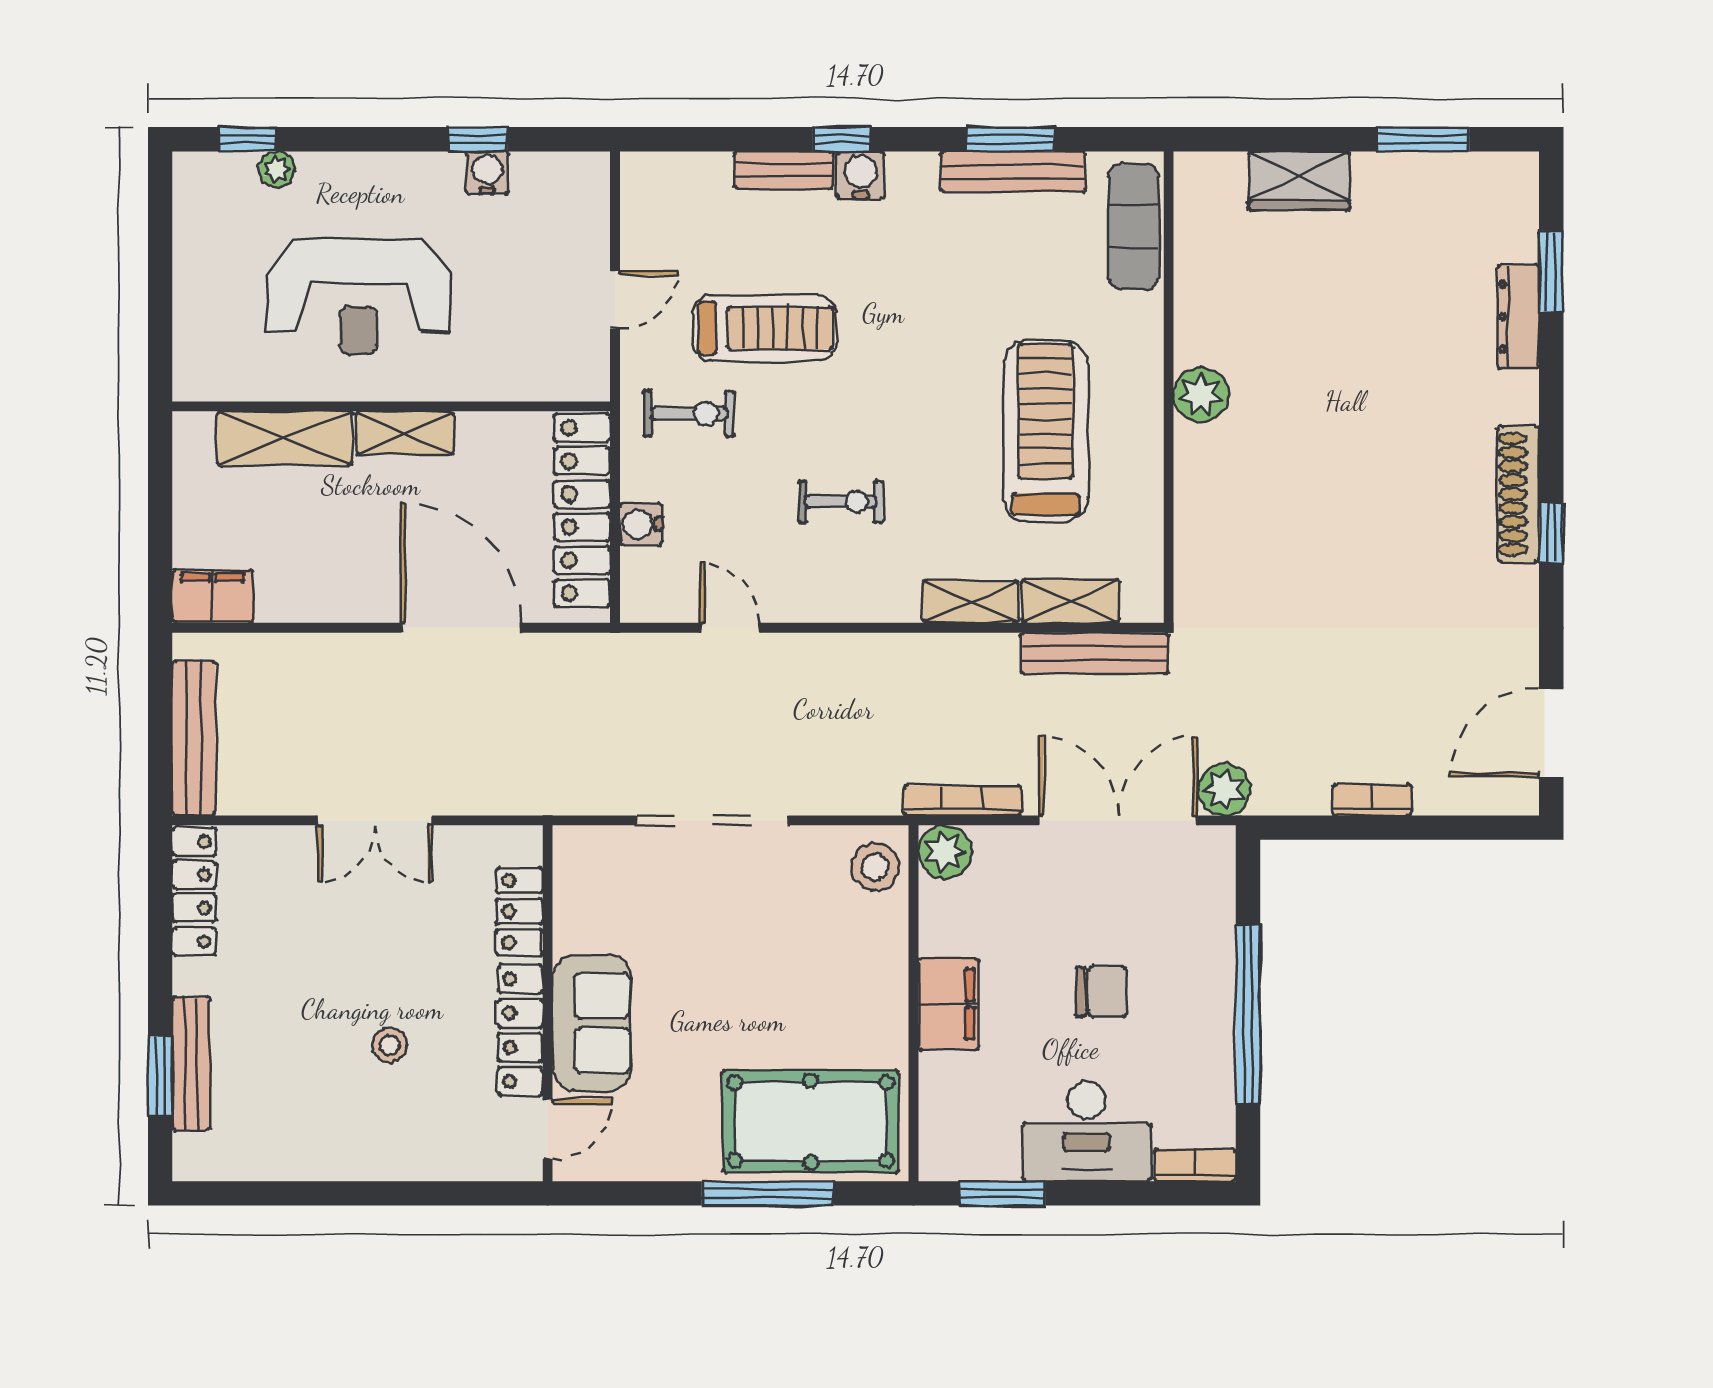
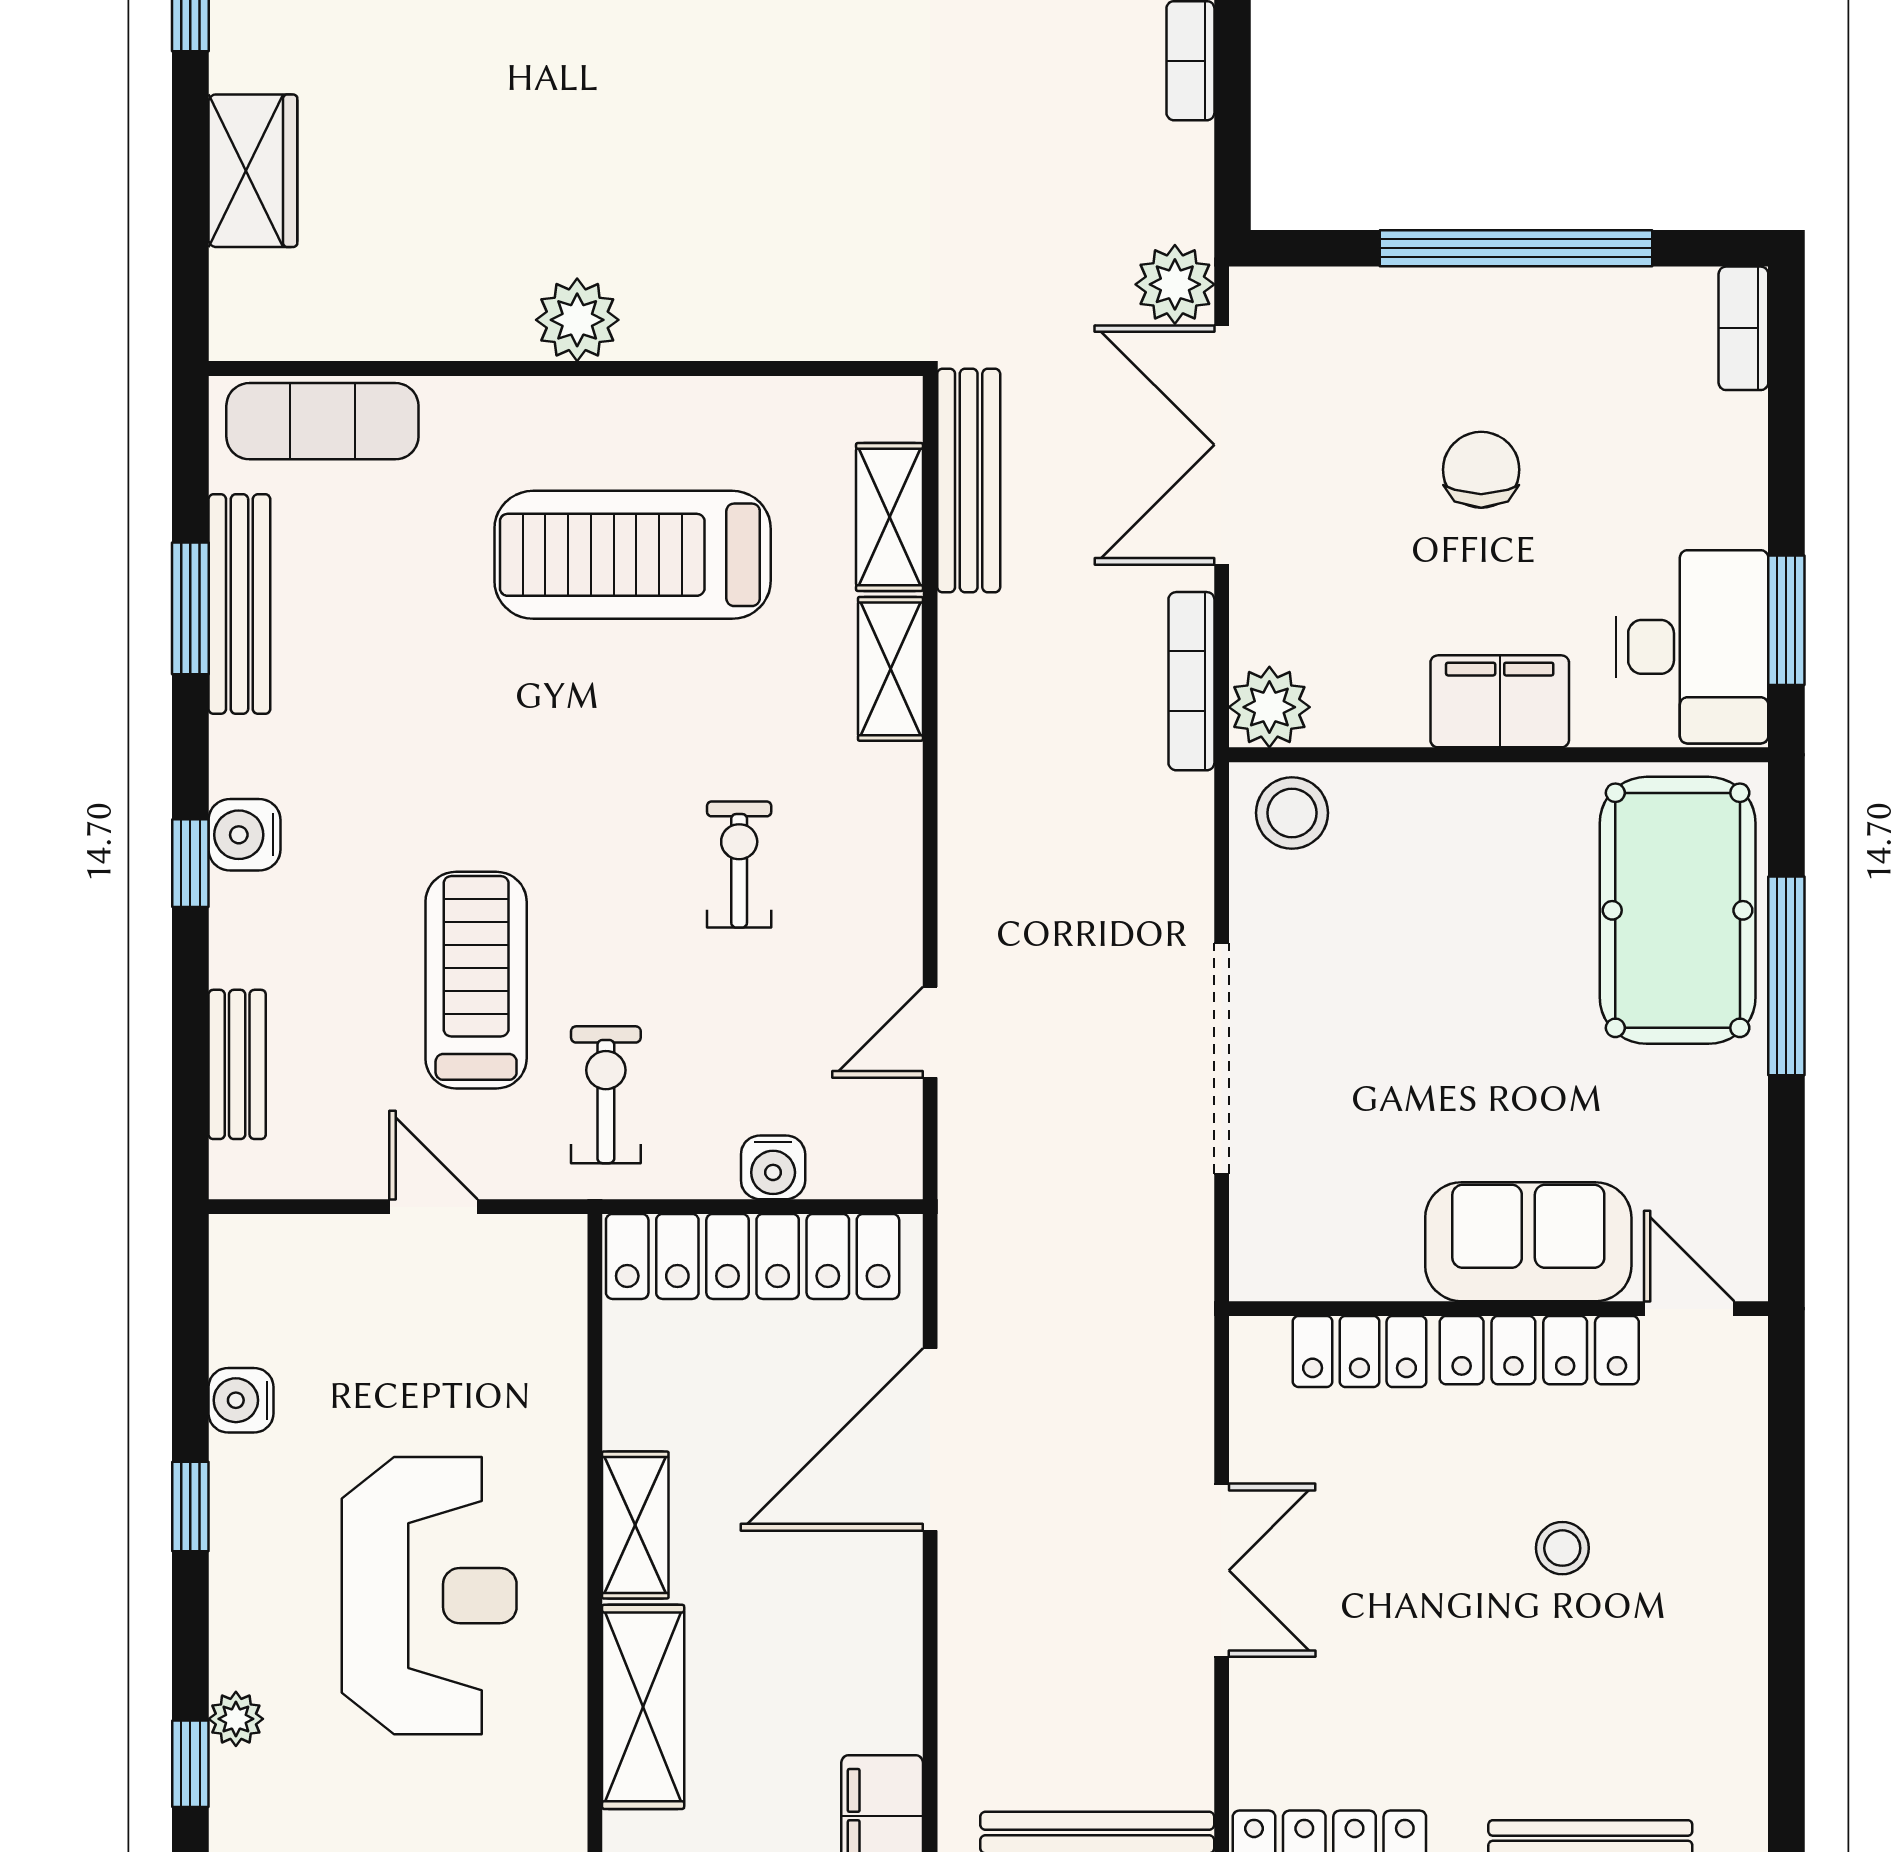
window: (478, 139) -> (190, 1506), moved
bench: (784, 170) -> (237, 1064), moved
desk: (1087, 1131) -> (1692, 647), moved

